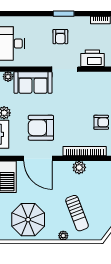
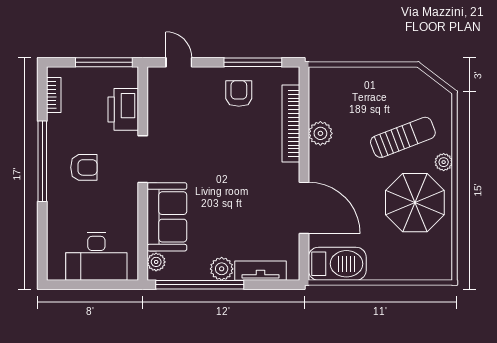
window: (64, 14) -> (42, 161), width x2.11
armchair: (41, 128) -> (249, 202), removed
door: (38, 158) -> (304, 208), hinge flipped
parasol: (28, 220) -> (415, 203), moved

